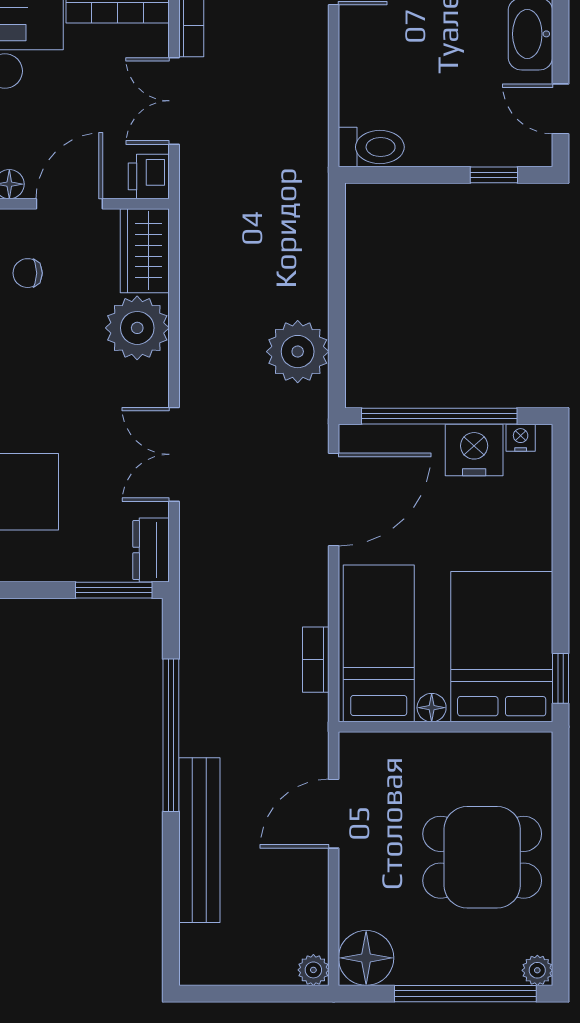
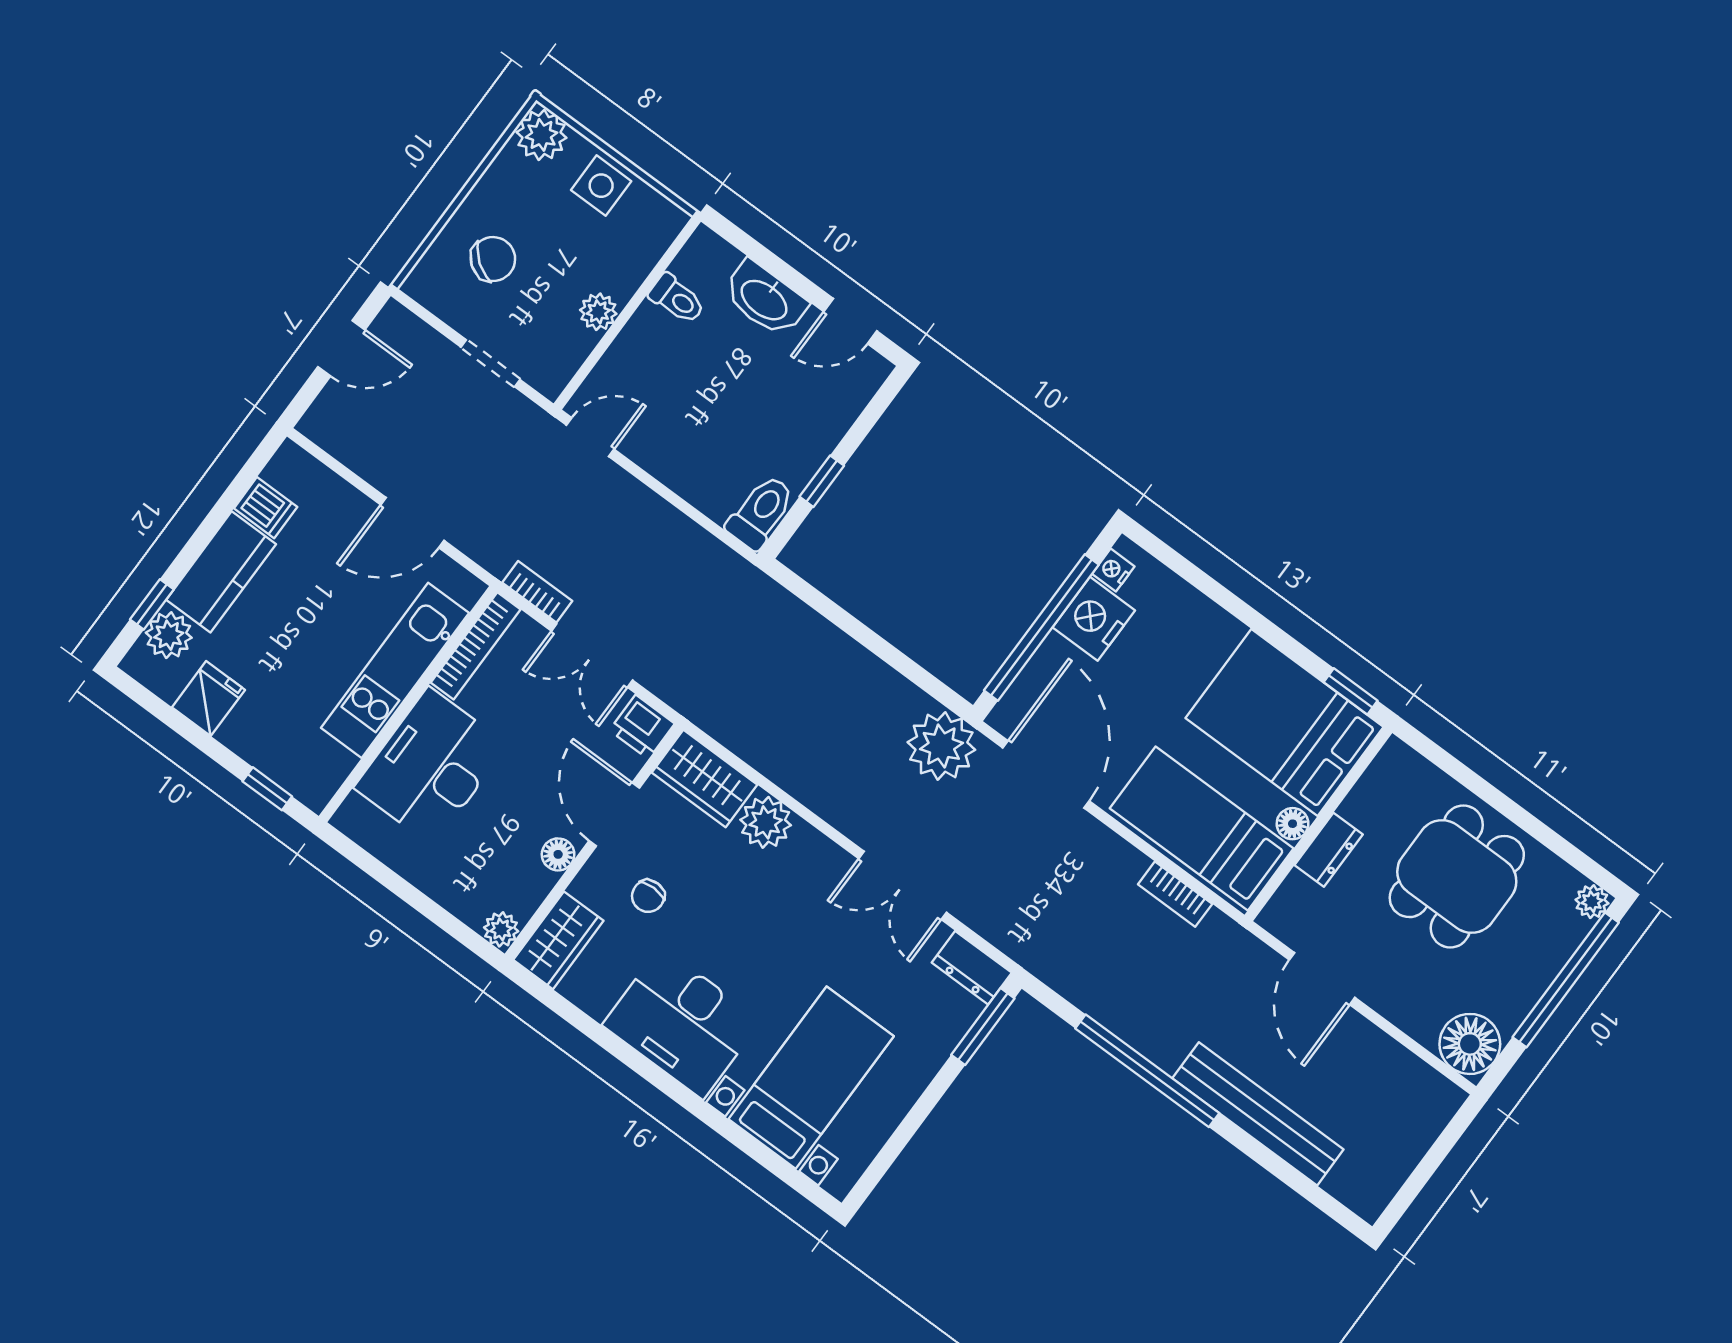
window: (494, 175) -> (822, 481), moved
plant: (137, 328) -> (766, 822), width x0.73, depth x0.73
plant: (298, 352) -> (941, 746), moved
dresser: (432, 748) -> (1329, 850), added
plant: (313, 970) -> (1446, 1098), removed

